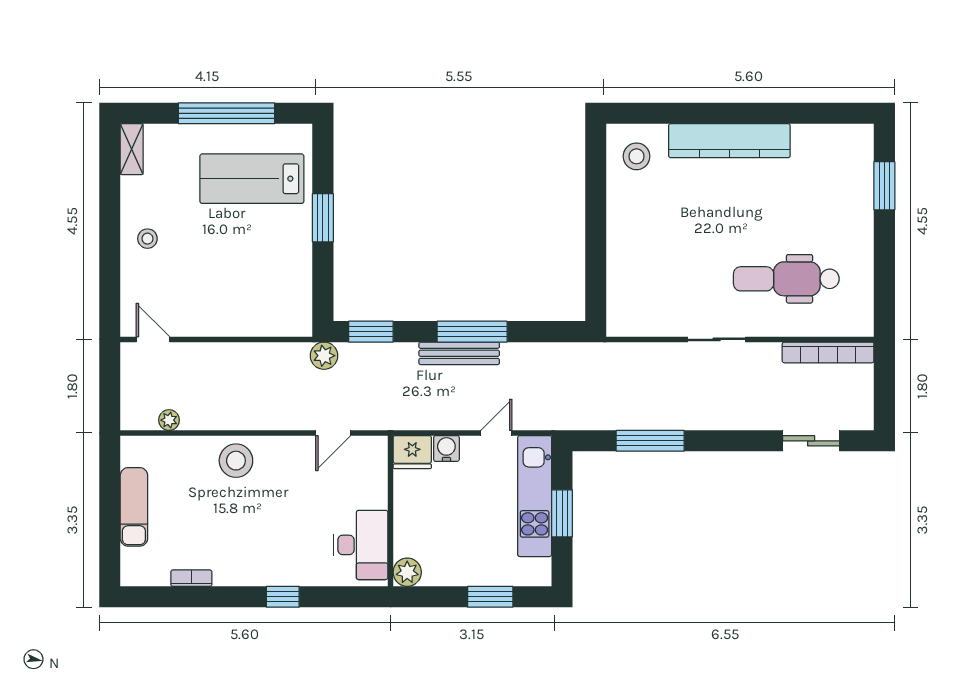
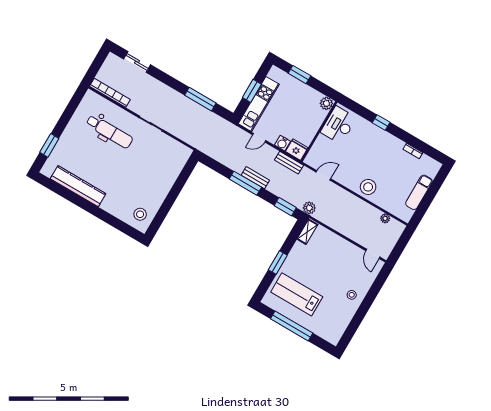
kitchen counter: (729, 141) -> (78, 186), moved
shelving: (132, 149) -> (307, 232), moved
lab bench: (252, 179) -> (297, 294), turned 180
bench: (459, 353) -> (255, 178), width x0.73
bench: (412, 419) -> (289, 163), added

